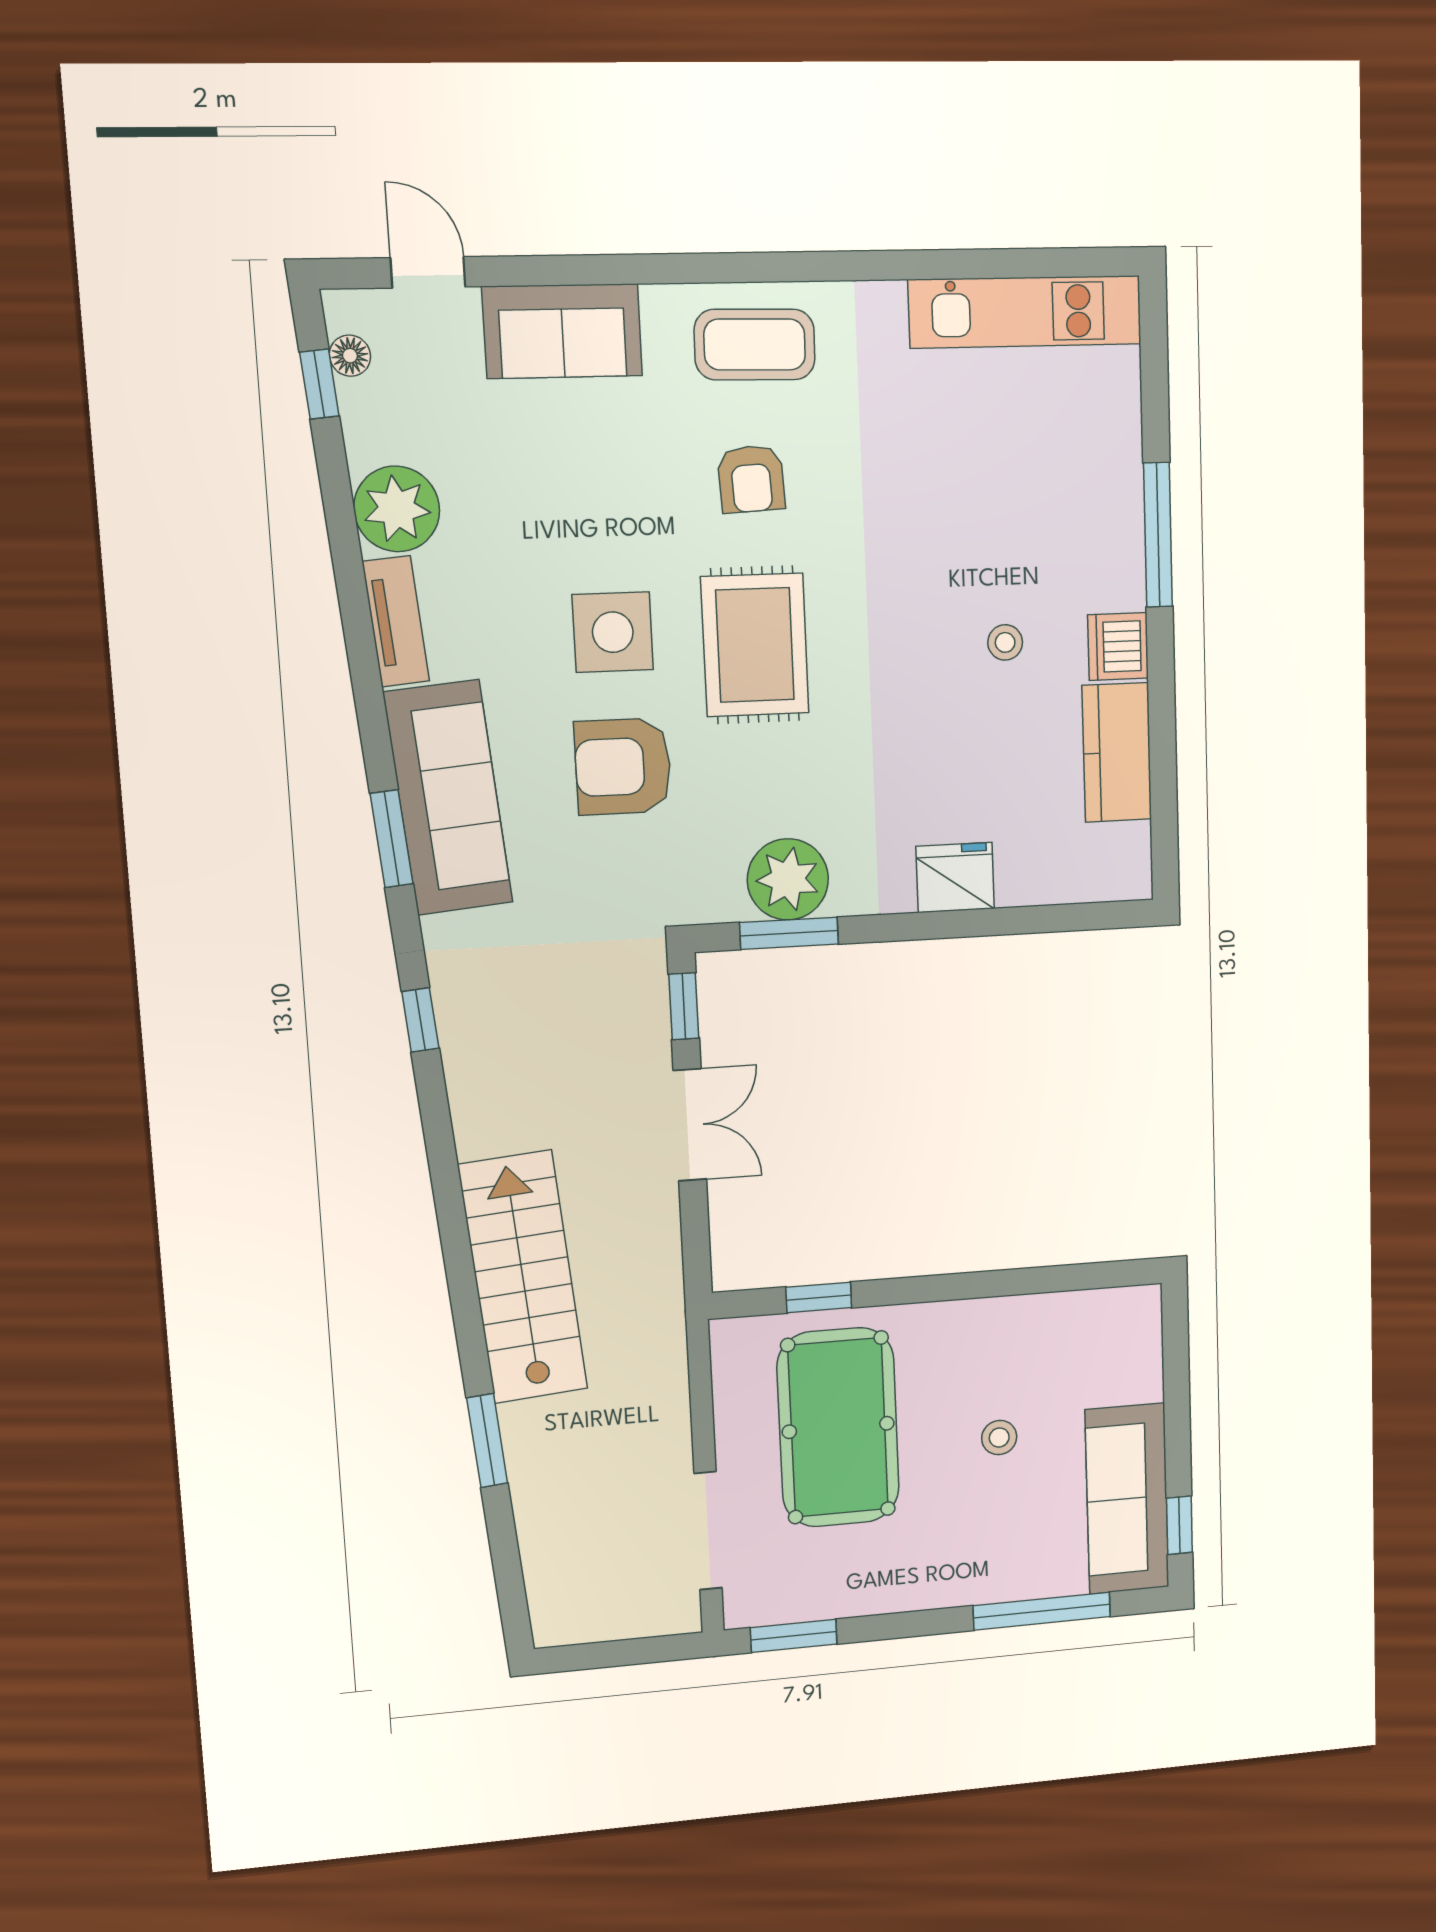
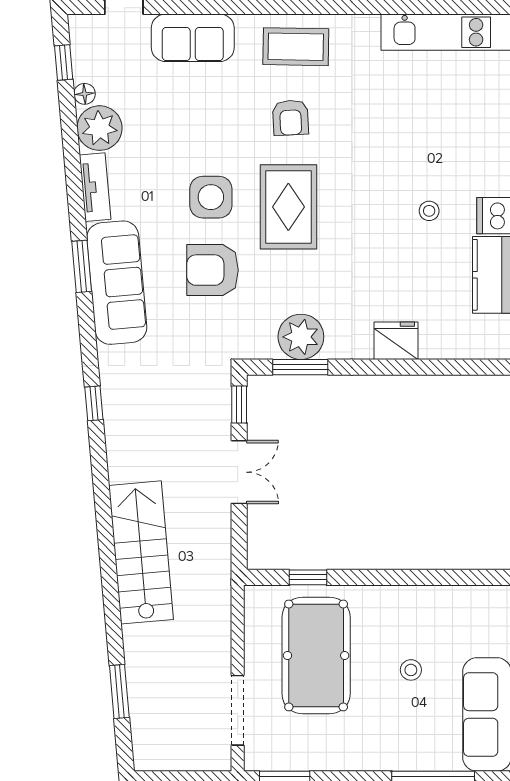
floor lamp: (350, 356) -> (85, 94), moved
window: (392, 839) -> (82, 266), moved
window: (487, 1441) -> (119, 692), moved

